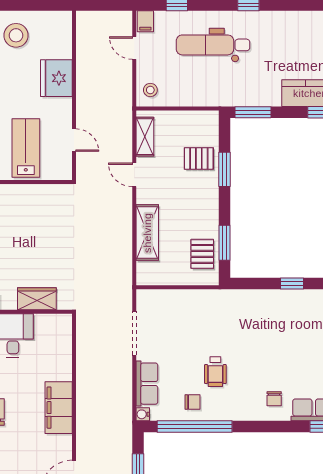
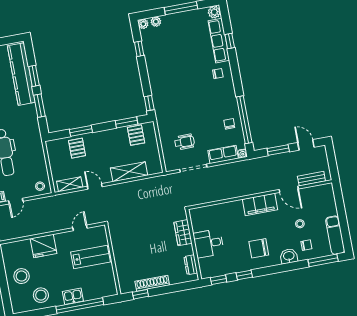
window: (253, 112) -> (39, 106), moved
lab bench: (26, 148) -> (91, 257), turned 180
door: (134, 175) -> (95, 186), swing flipped
pallet: (202, 254) -> (136, 135), turned 90
window: (292, 284) -> (149, 103), moved
wheelchair: (215, 372) -> (184, 142), moved
filing cabinet: (59, 408) -> (260, 204), moved

